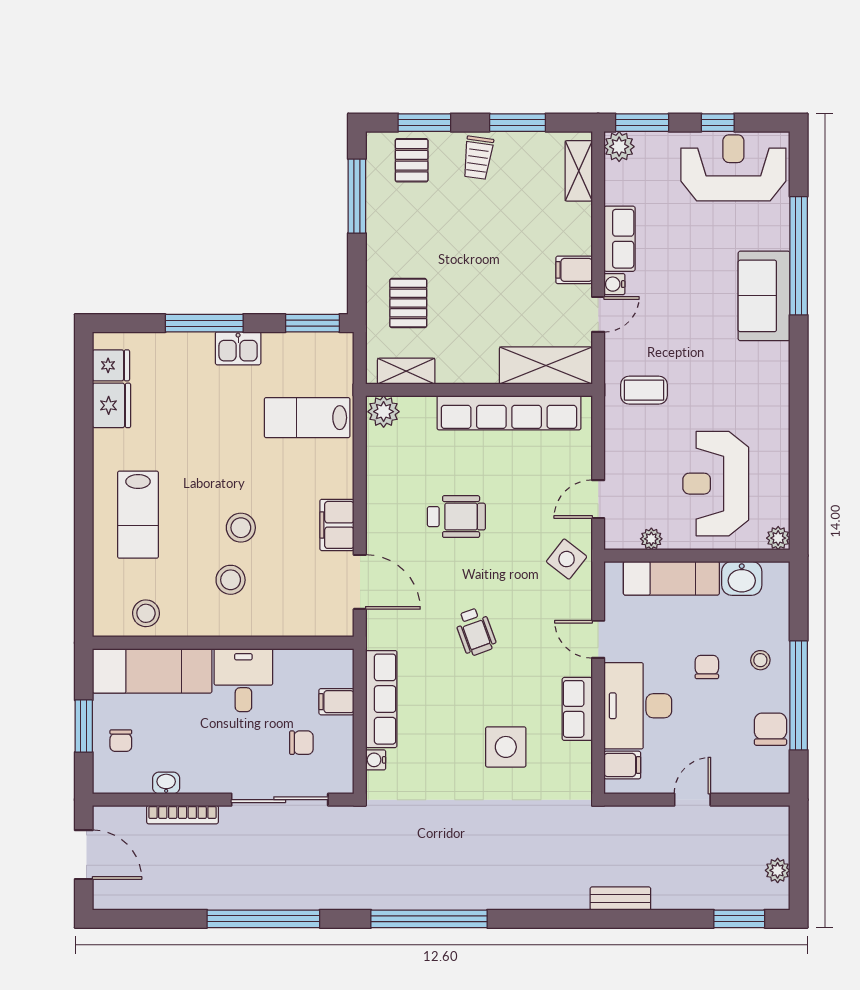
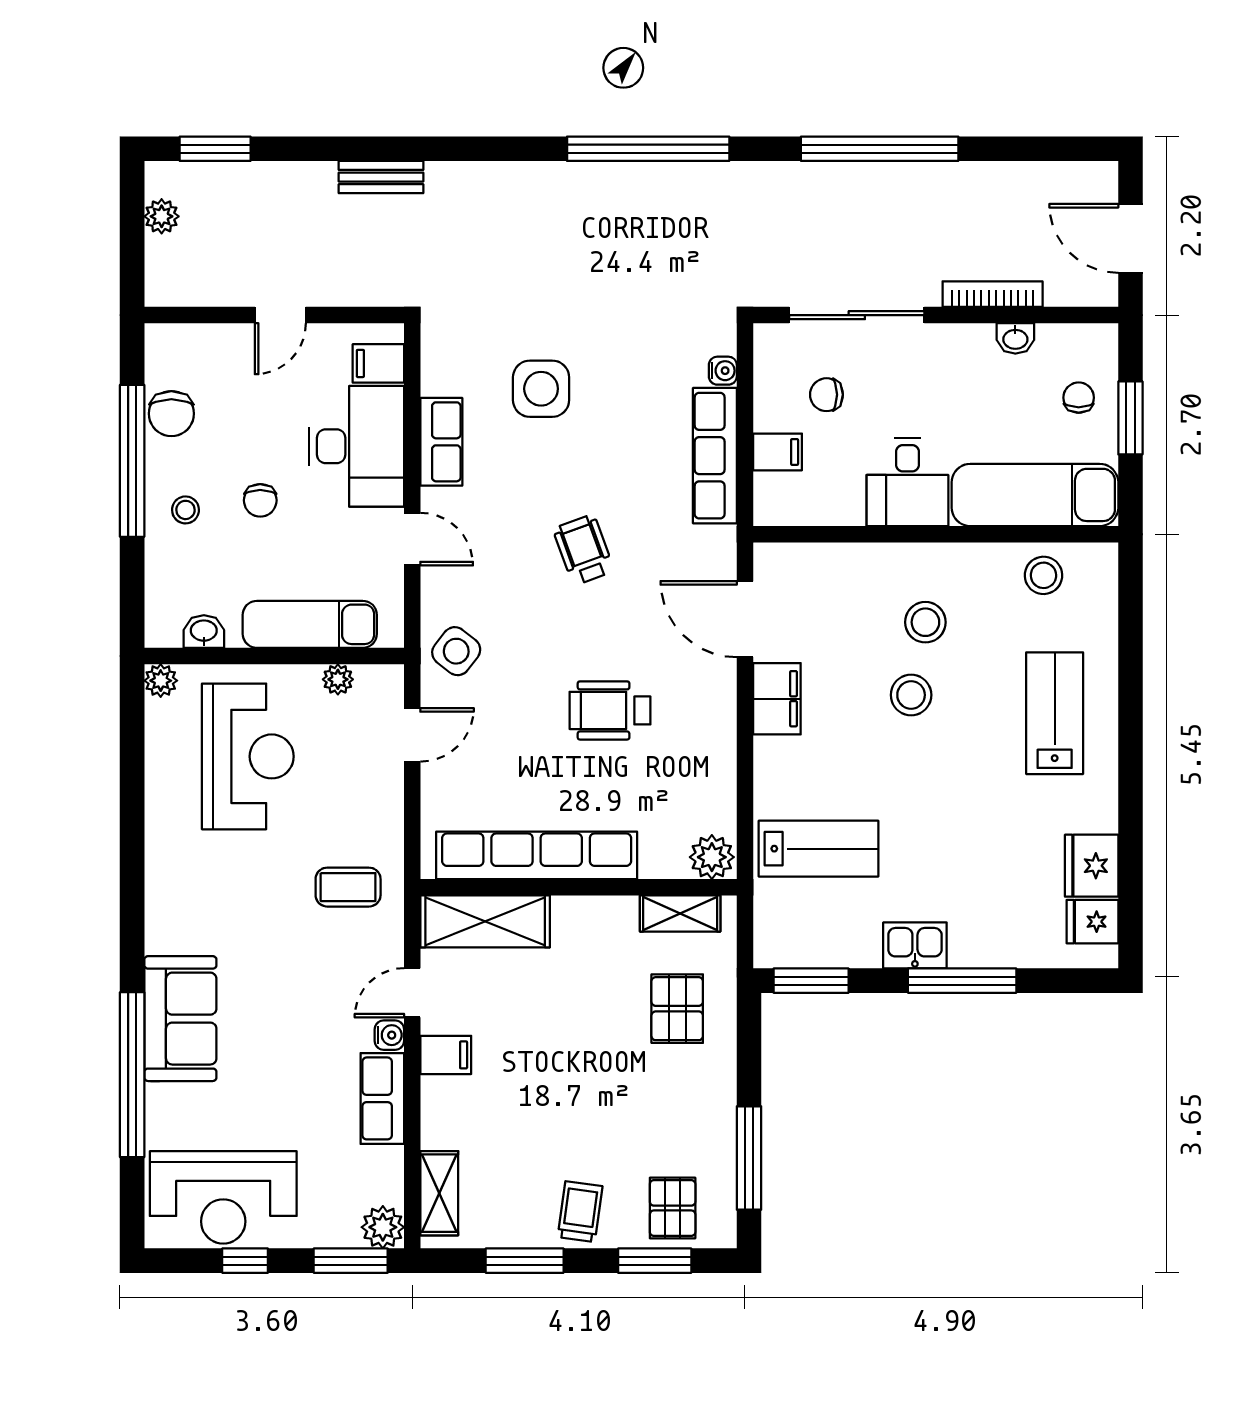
washbasin: (742, 578) -> (204, 632), width x0.72, depth x0.69

